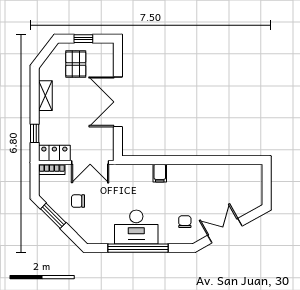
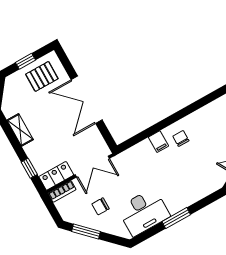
pallet: (76, 64) -> (42, 76), moved, turned 90
chair: (185, 222) -> (181, 138), moved
desk: (136, 227) -> (144, 212), moved
window: (138, 248) -> (176, 218), width x0.47

